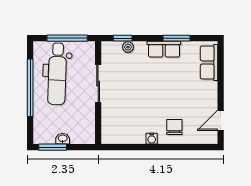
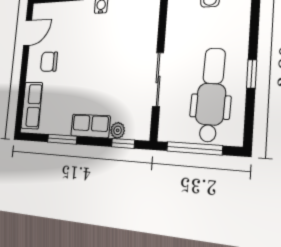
row of seats: (164, 49) -> (90, 126), moved
window: (30, 88) -> (252, 74), width x0.32
chair: (174, 127) -> (49, 62), moved, turned 90

